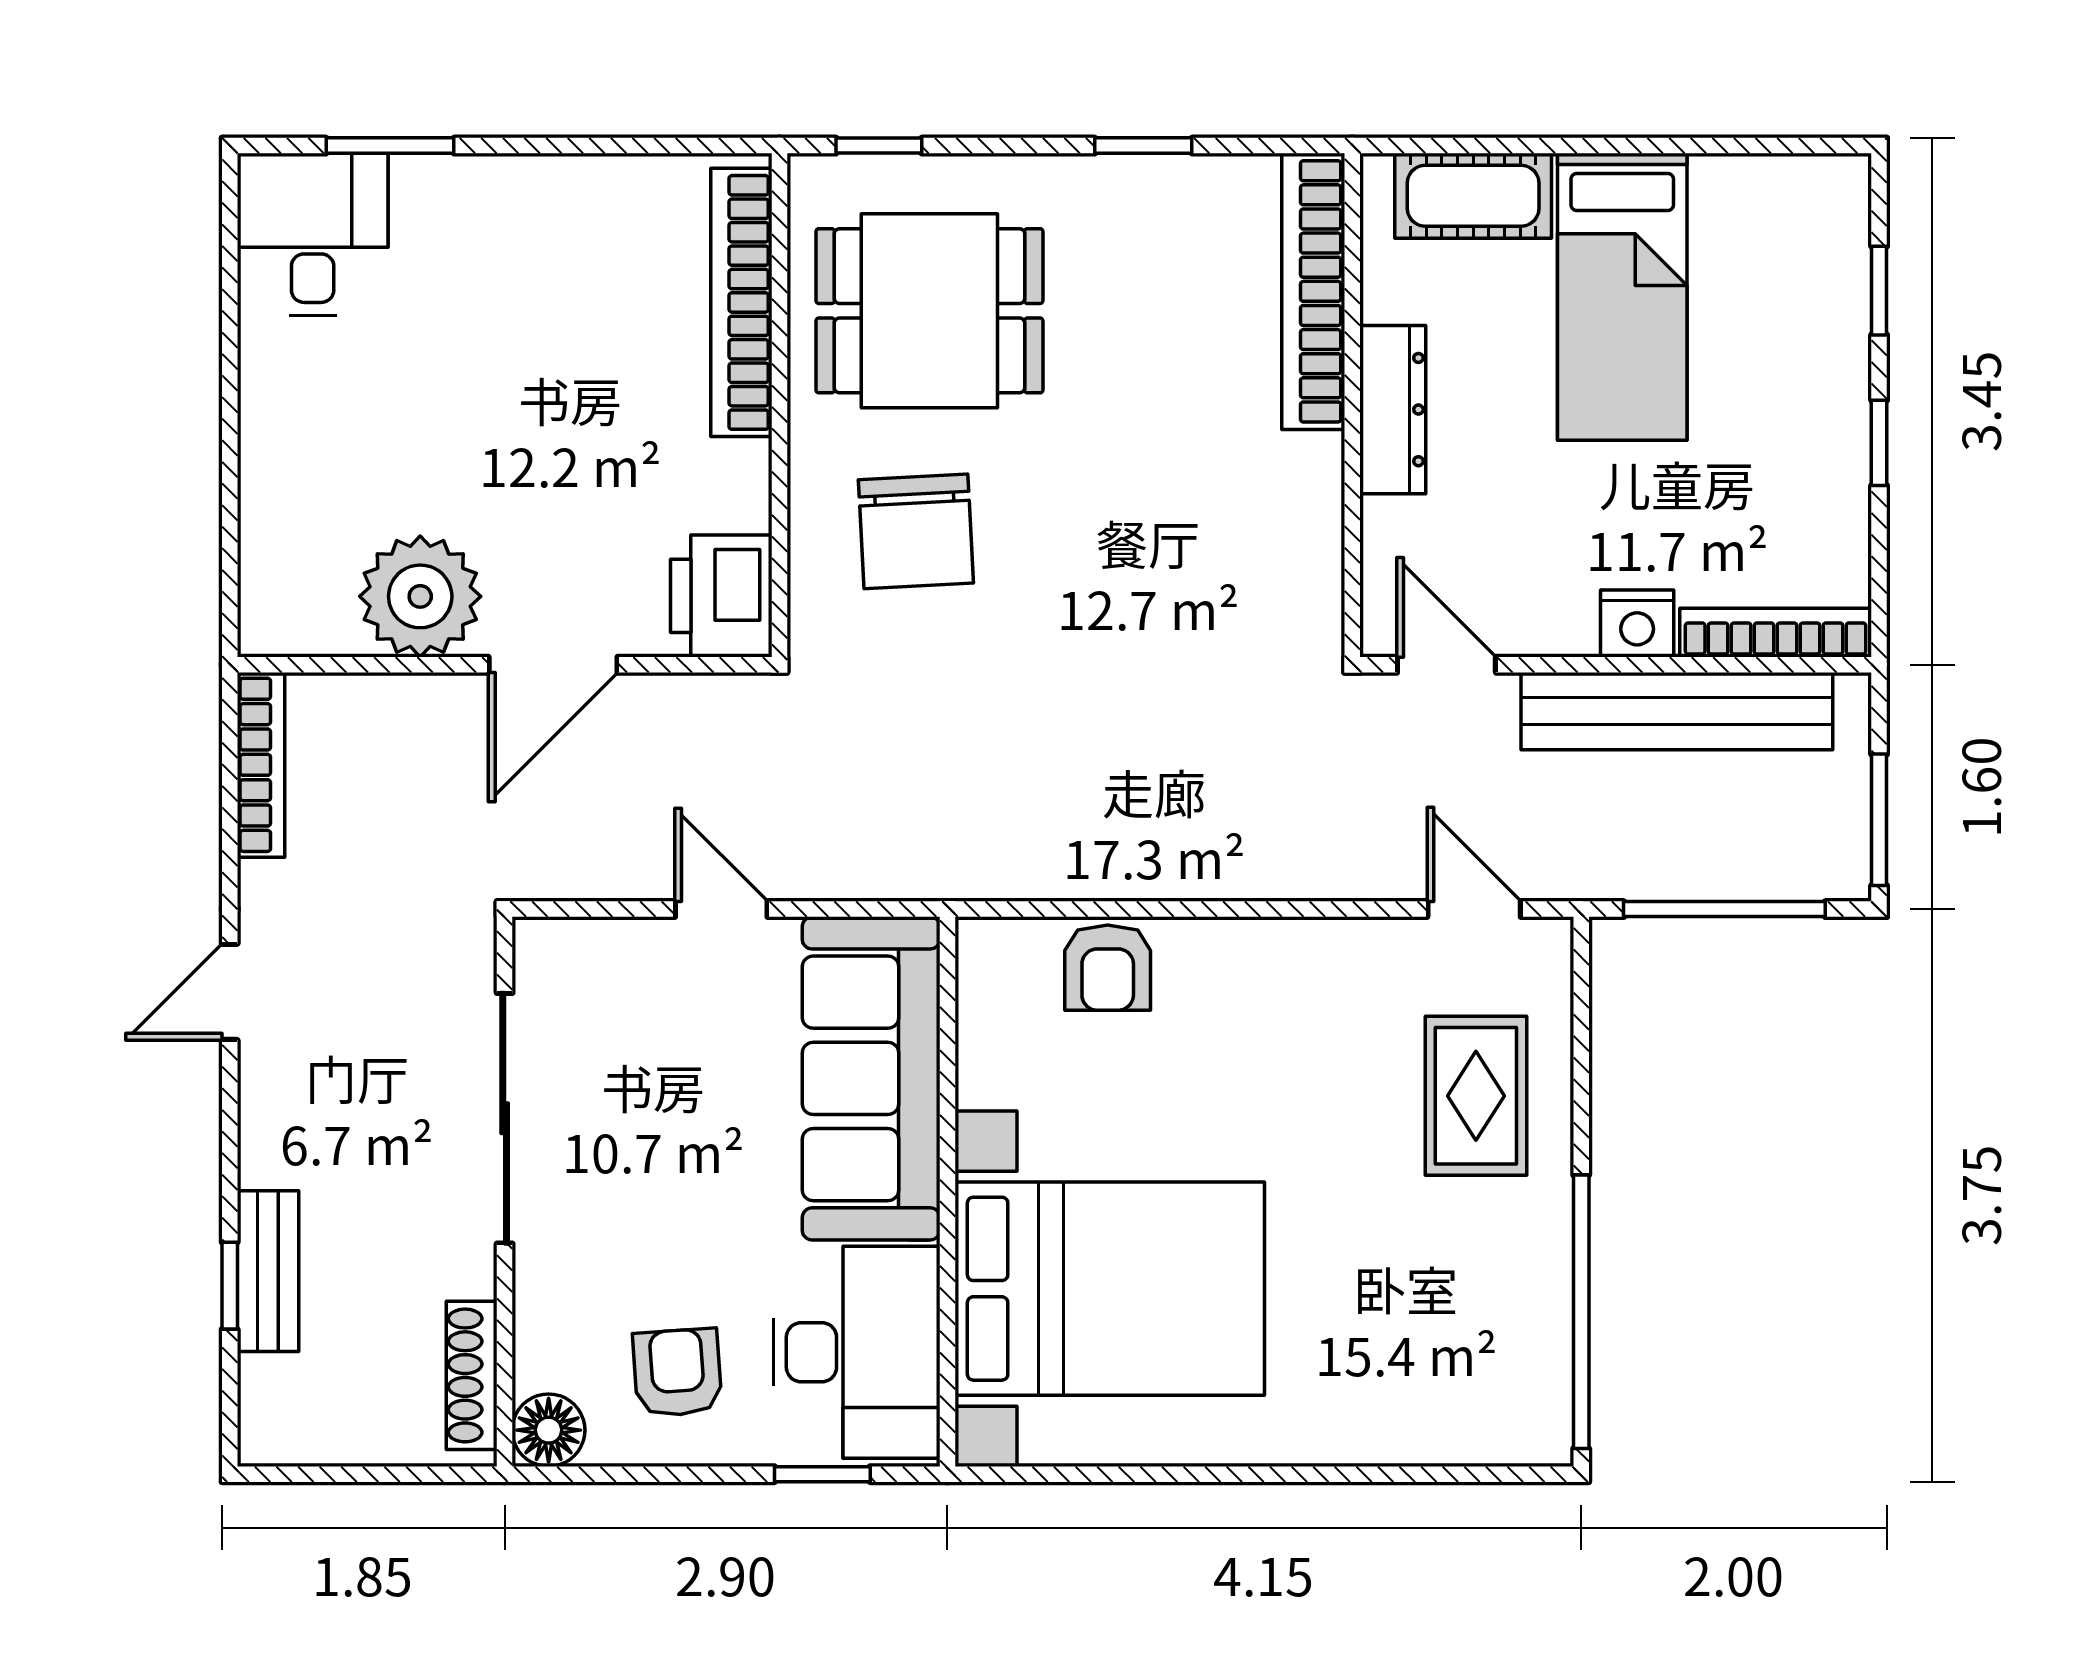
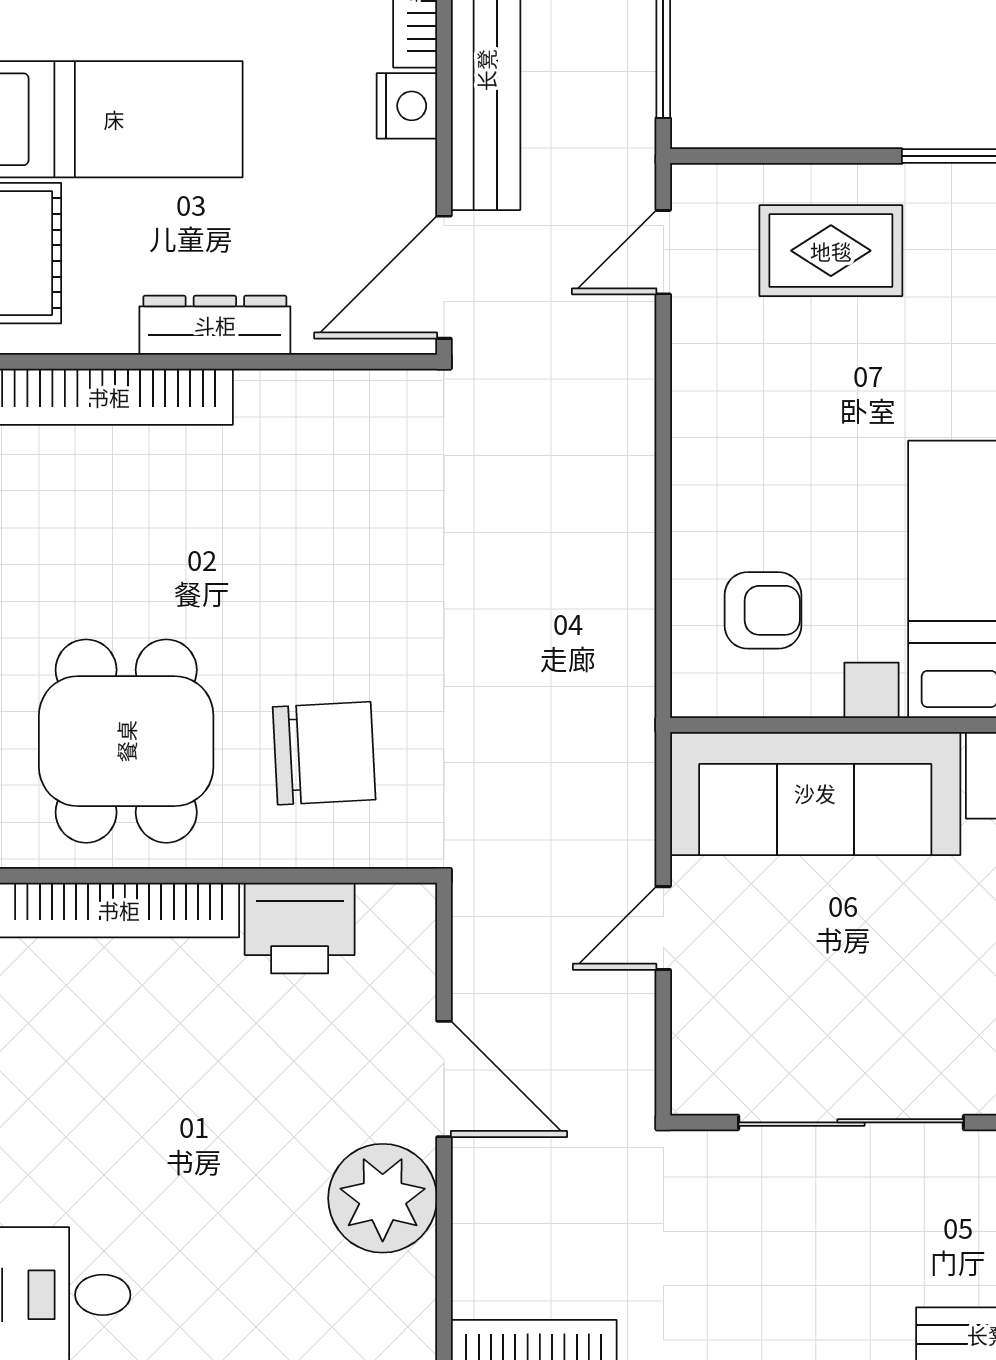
printer: (721, 596) -> (300, 928), moved
door: (1446, 665) -> (444, 277), width x1.38
armchair: (1108, 968) -> (763, 610), moved

